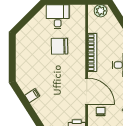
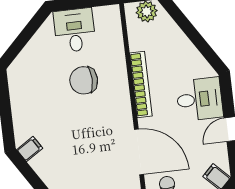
filing cabinet: (32, 96) -> (30, 149), moved

